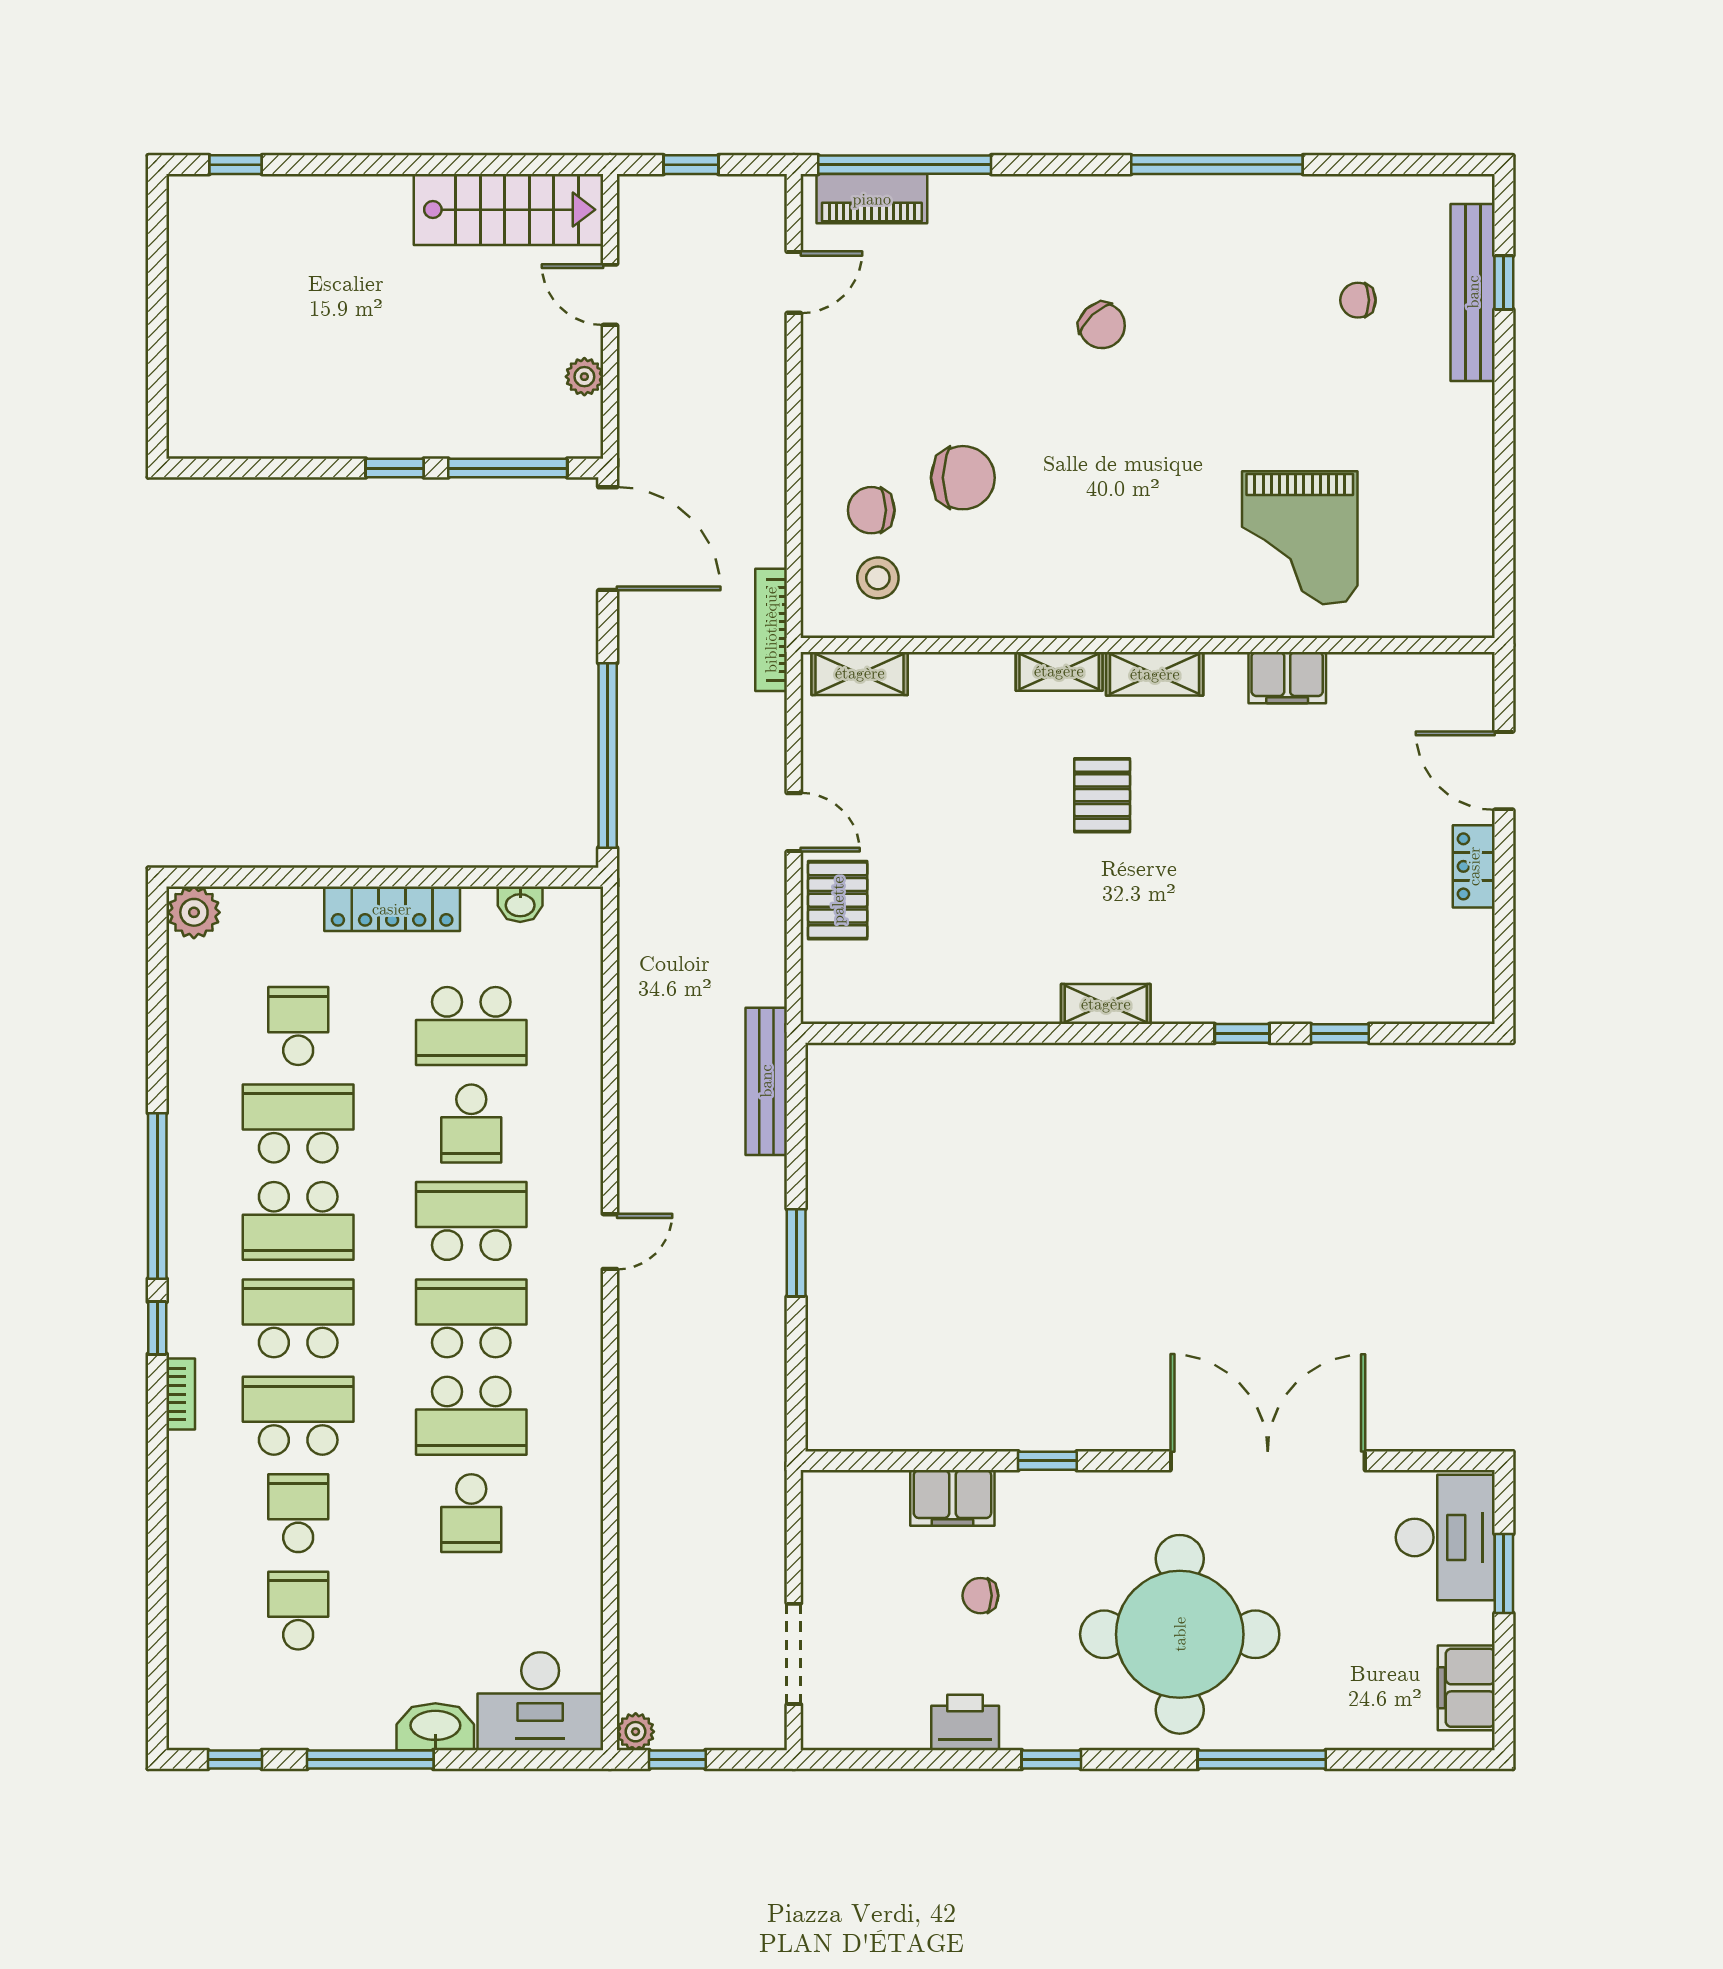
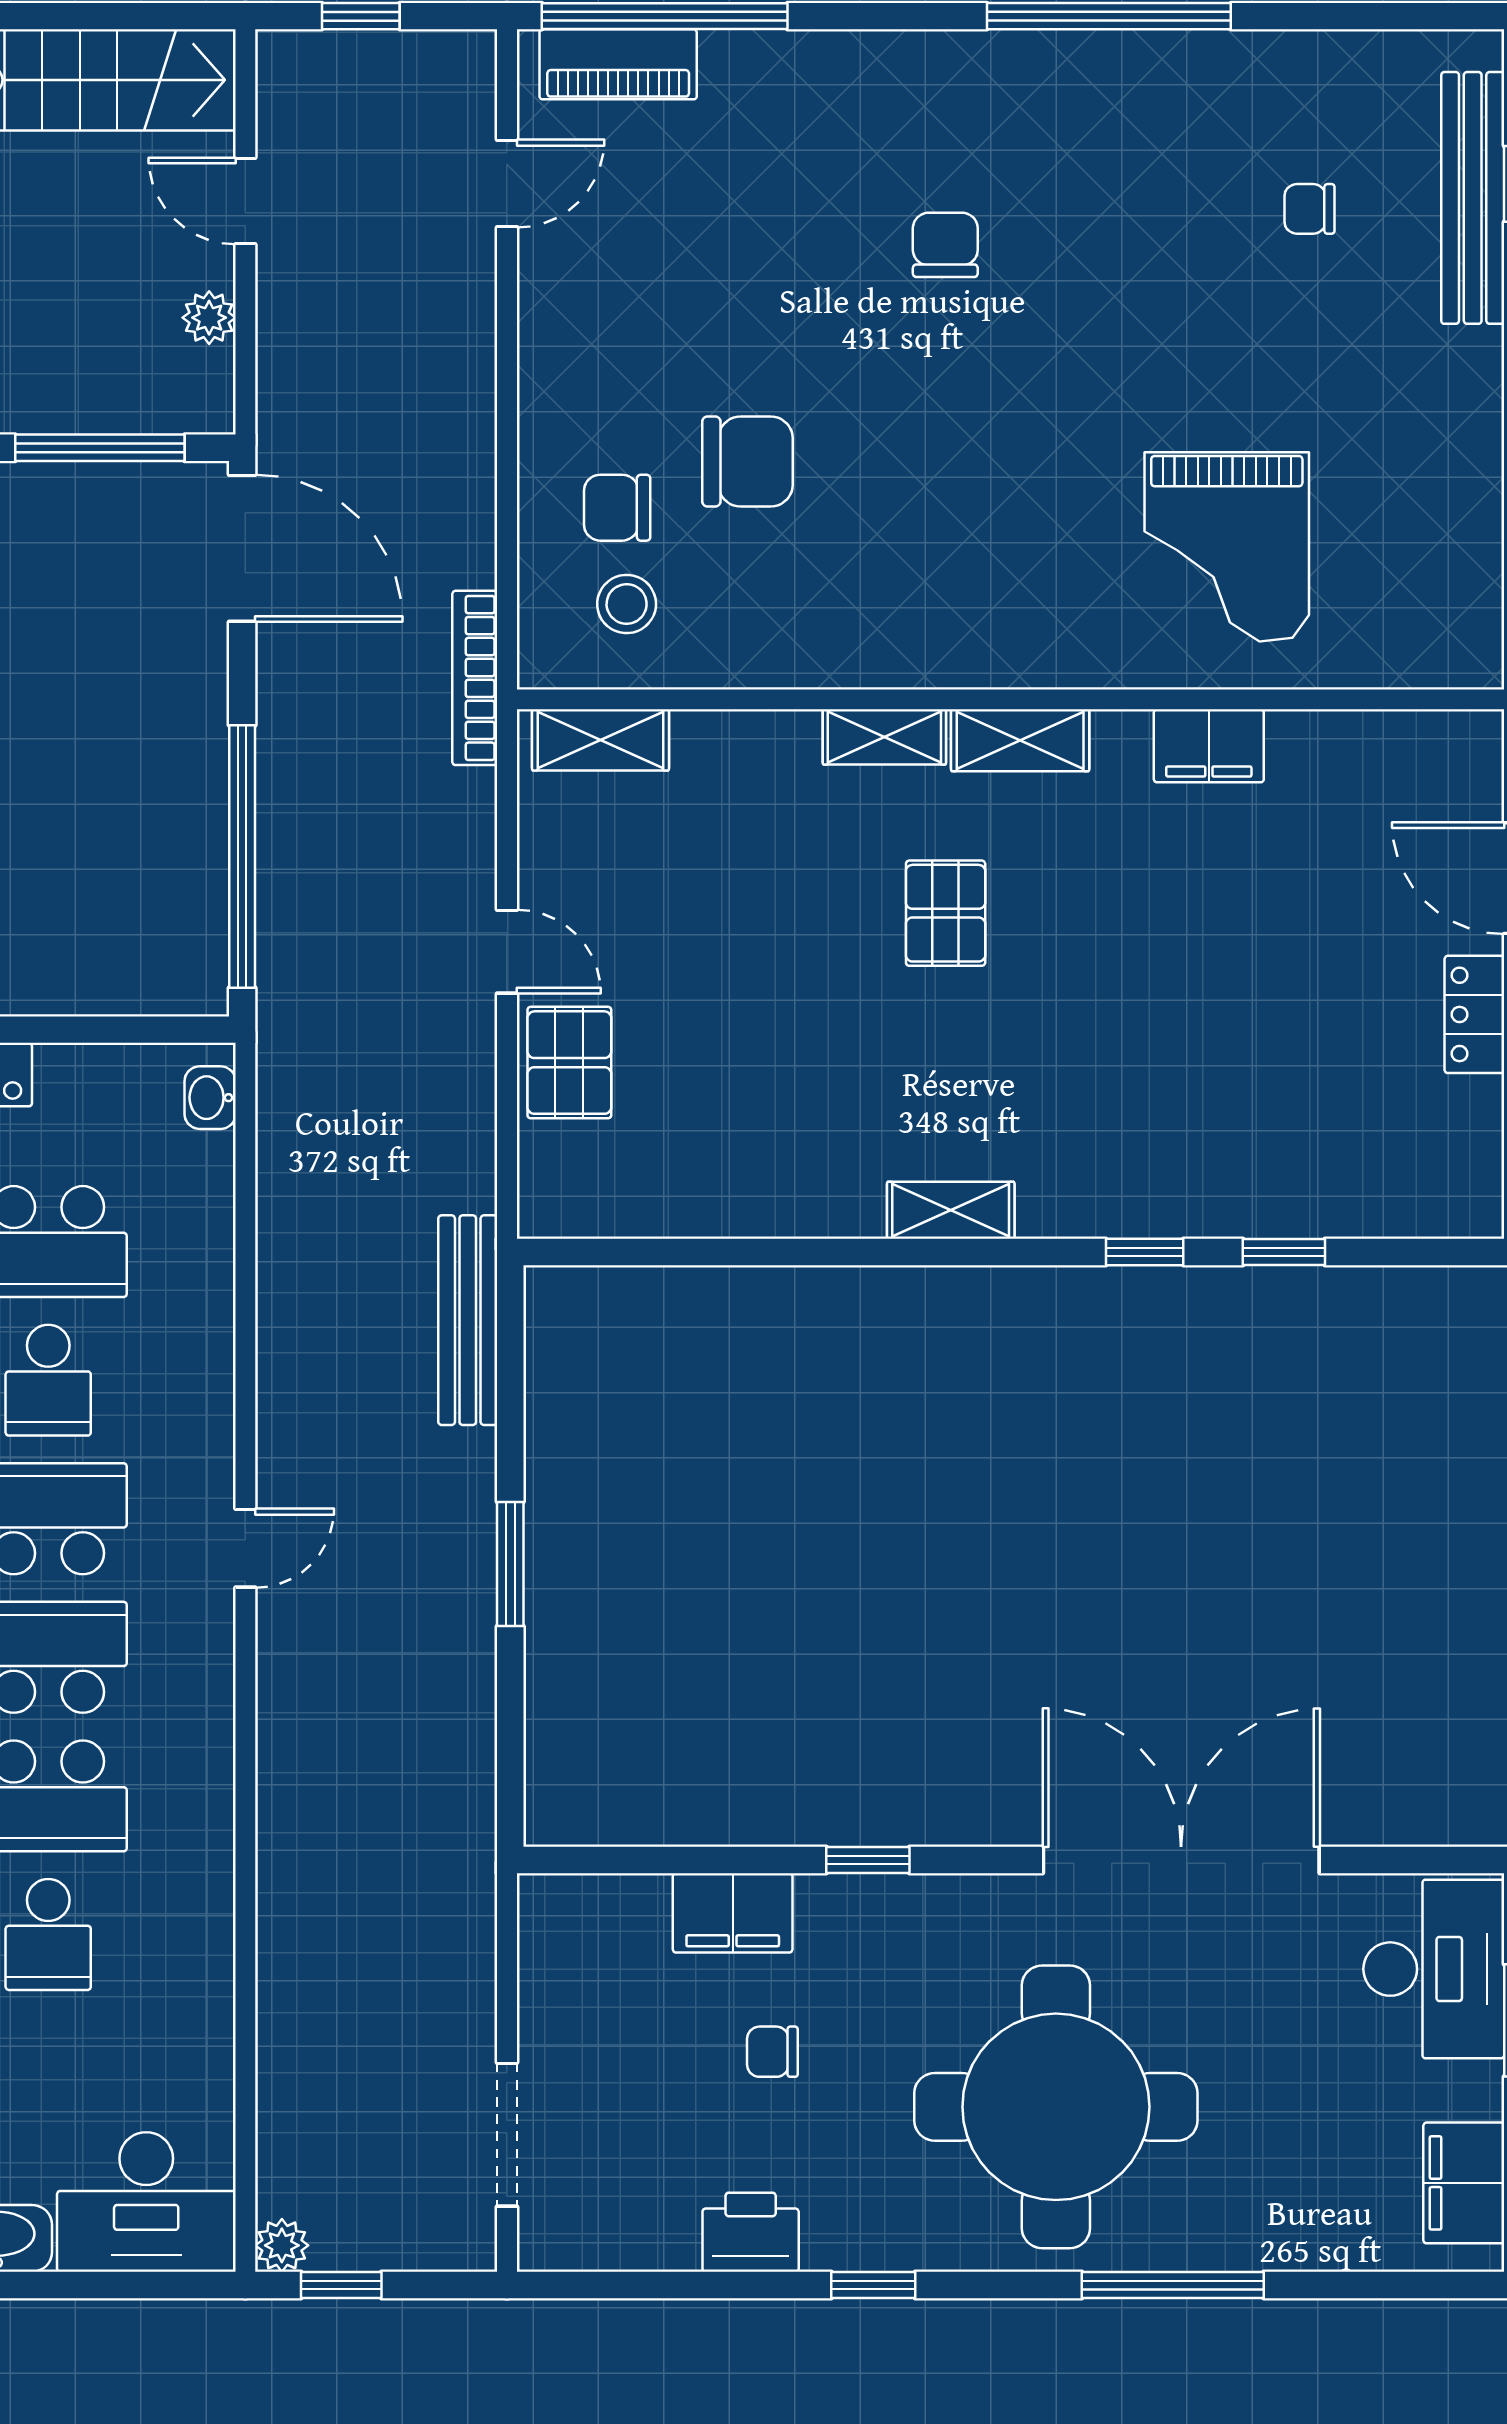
chair: (1102, 325) -> (945, 245), turned -137
washbasin: (520, 904) -> (210, 1098), moved, turned 90

